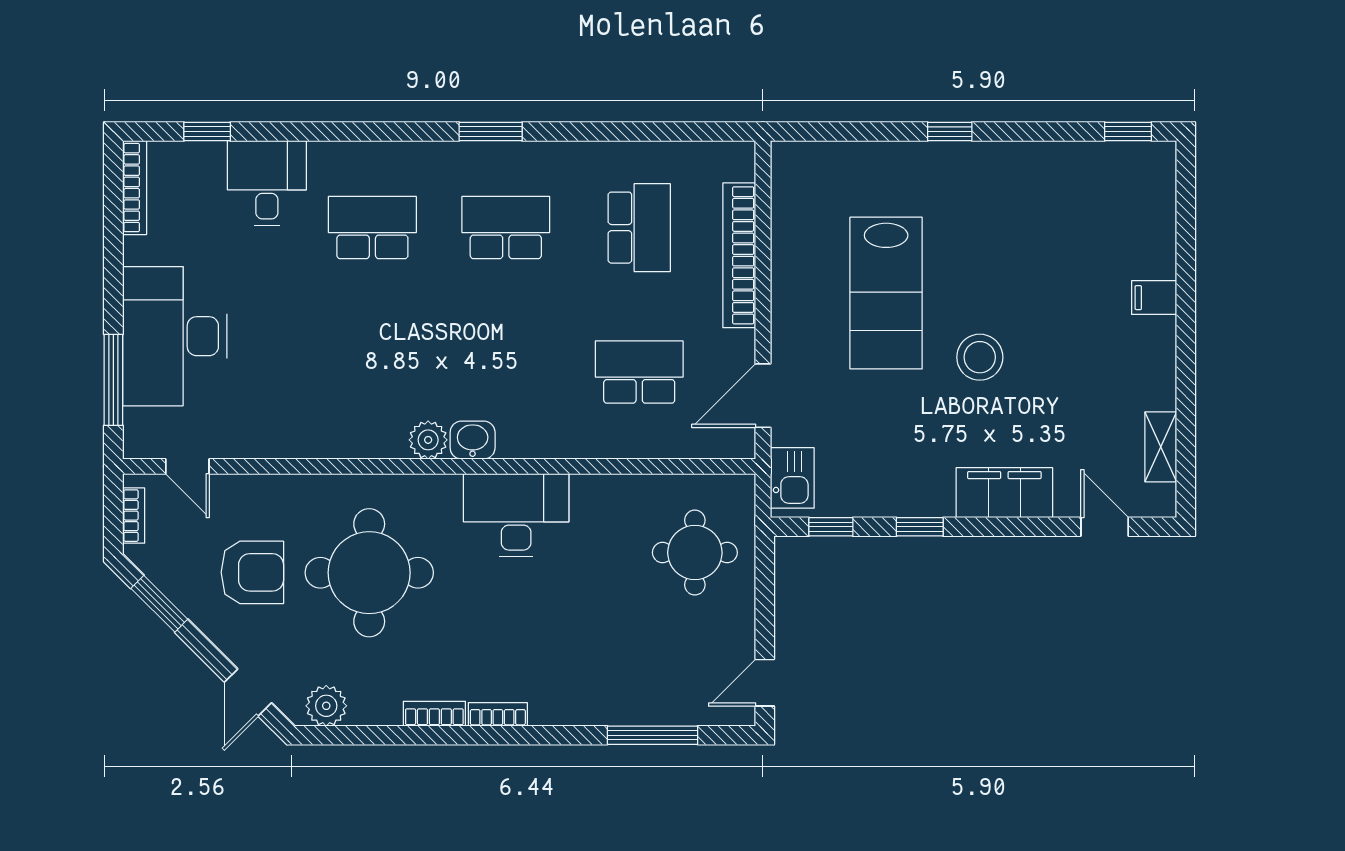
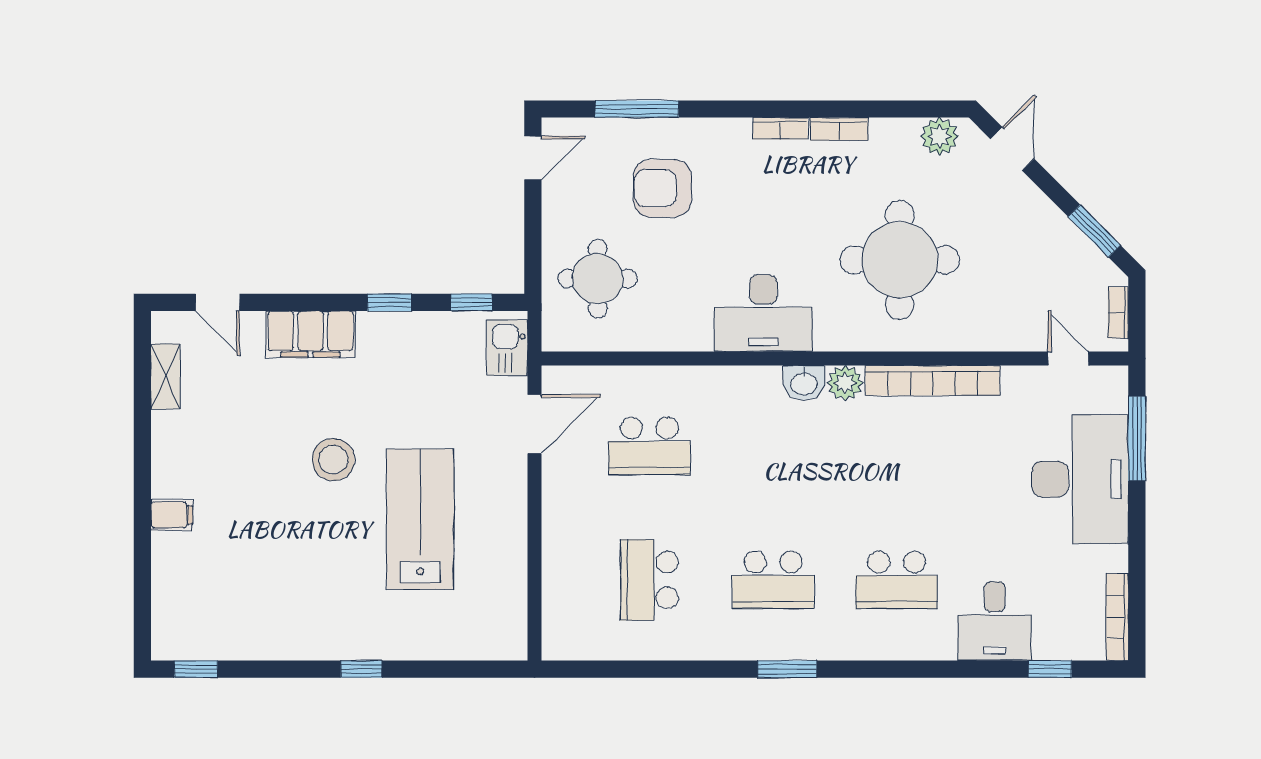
bookcase: (739, 255) -> (933, 380), moved, turned 90
armchair: (252, 572) -> (662, 188), moved

